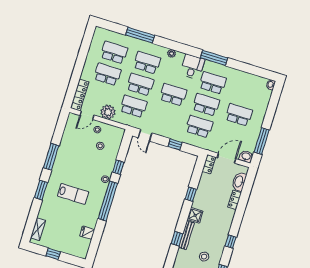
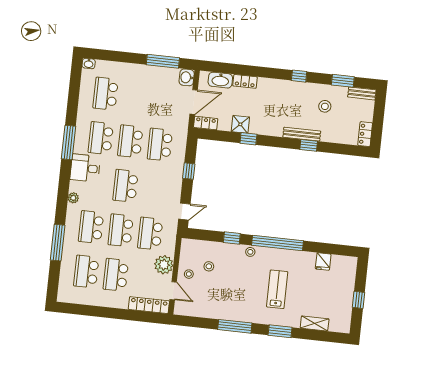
school desk: (239, 115) -> (106, 94), moved
door: (226, 158) -> (194, 102), swing flipped
shower: (195, 215) -> (240, 124), moved
shelving: (38, 229) -> (315, 324), moved

